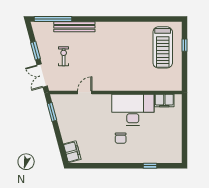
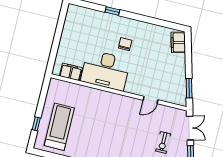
window: (150, 166) -> (112, 11), moved

